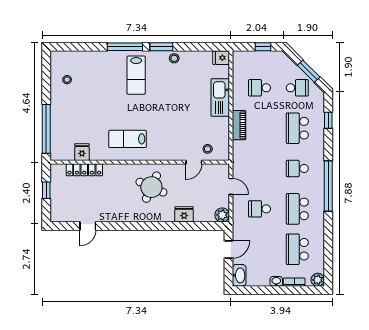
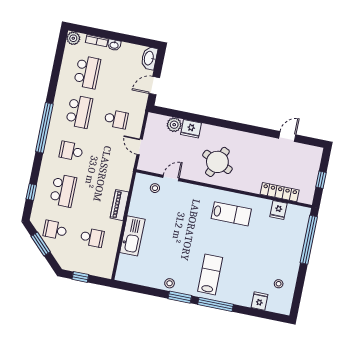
fridge: (221, 58) -> (260, 301), moved, turned -90
school desk: (297, 169) -> (71, 151), turned 180
plant: (222, 215) -> (174, 125), moved

